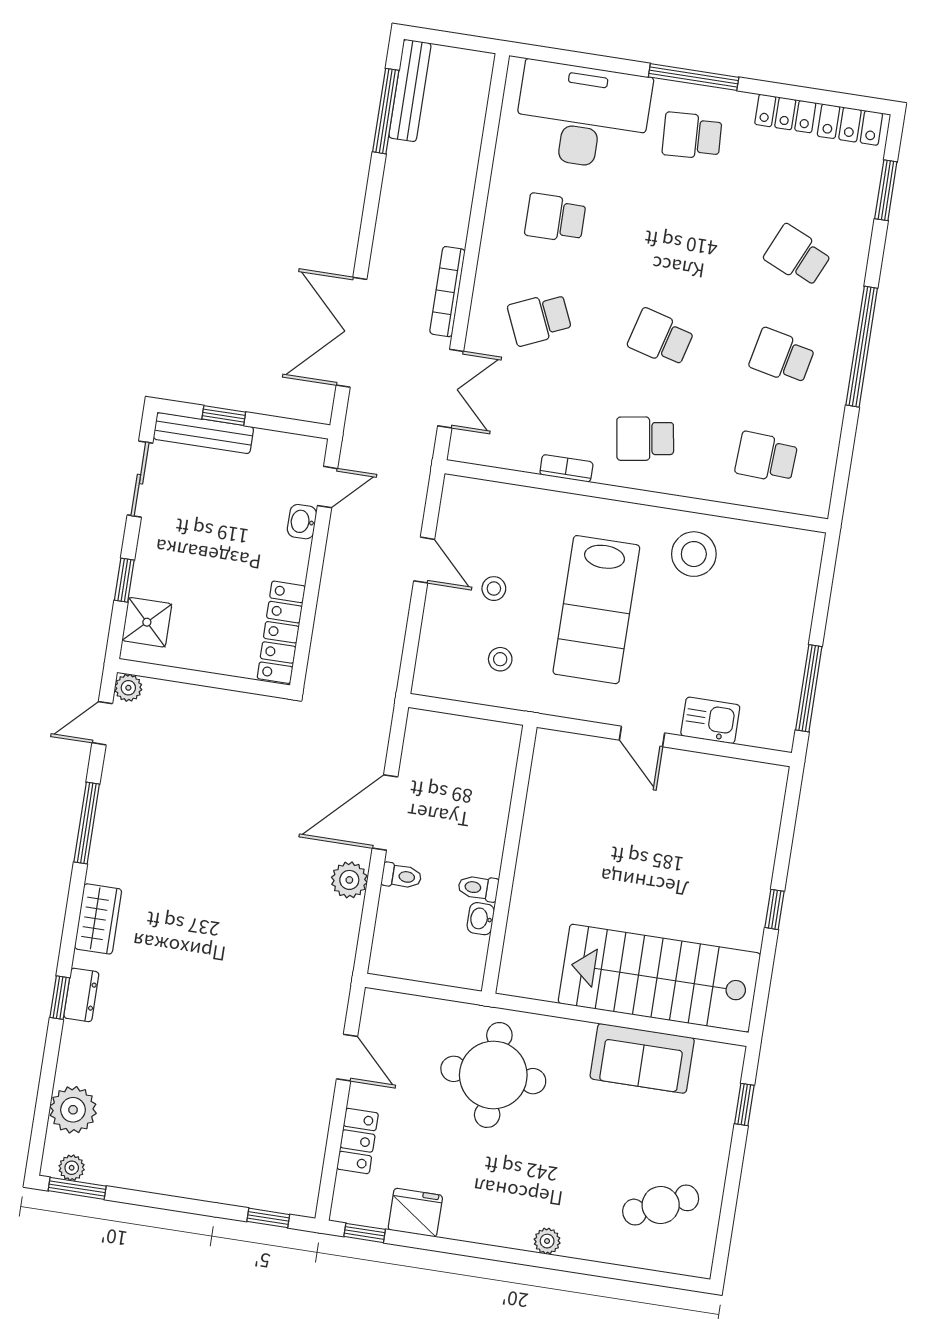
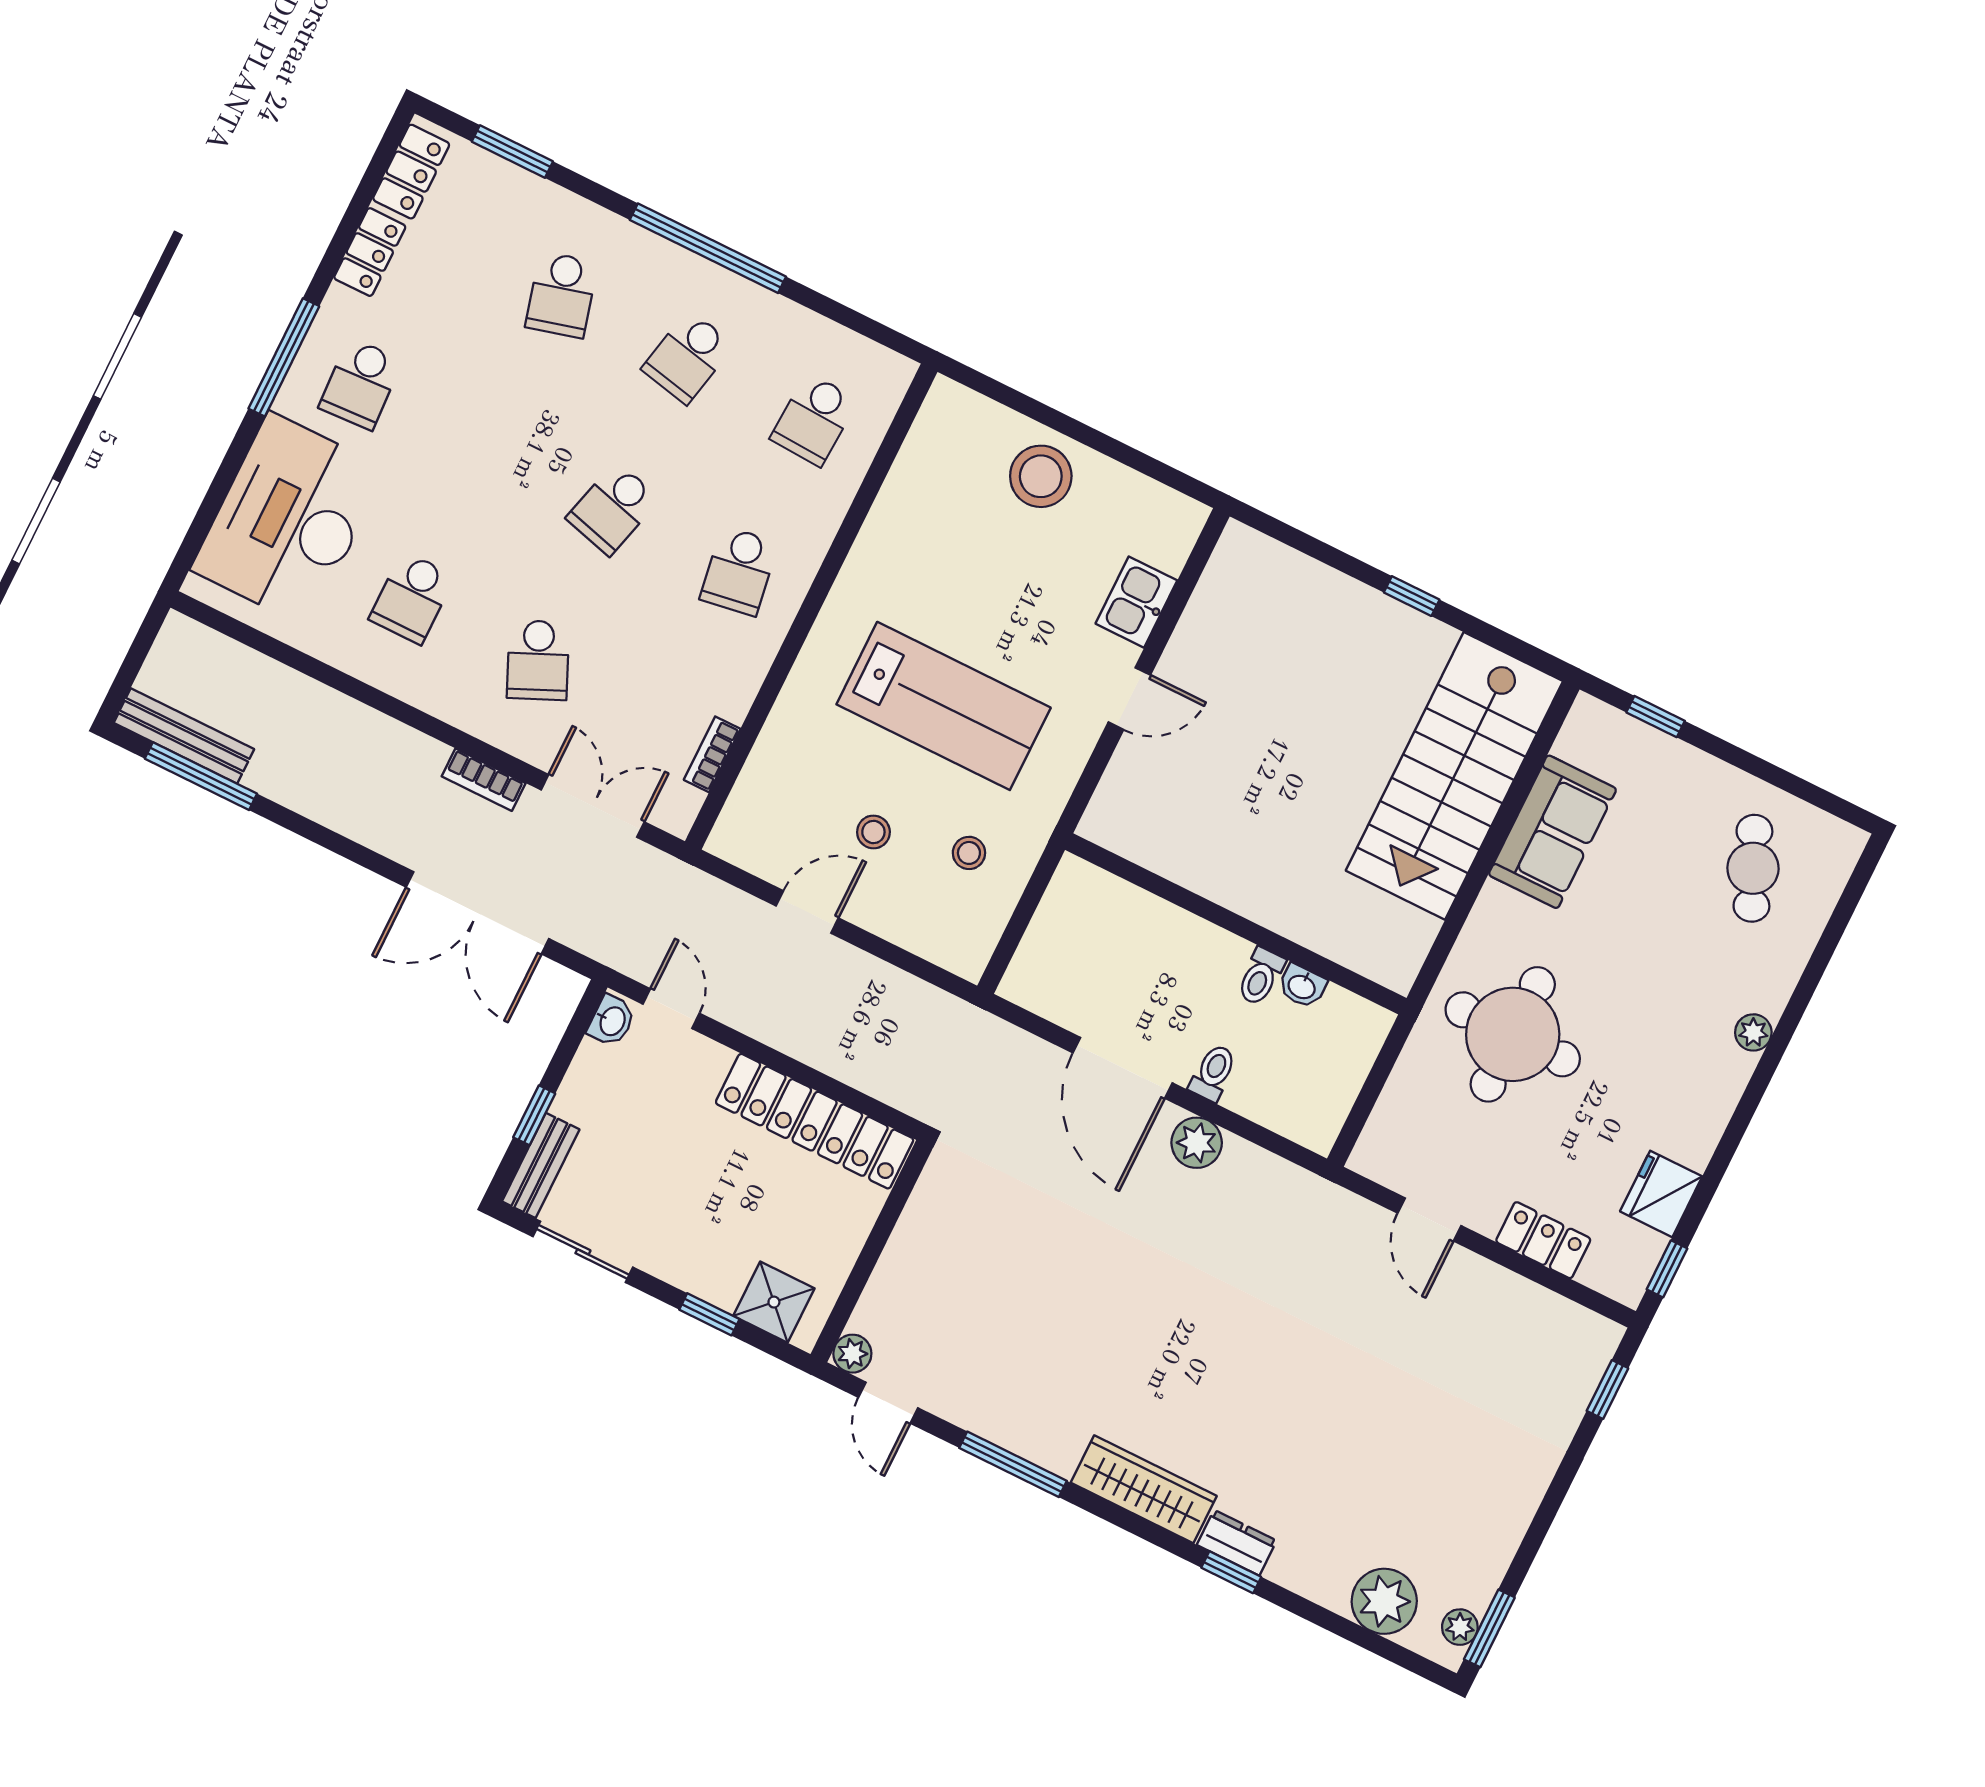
school desk: (798, 255) -> (562, 295), turned -39
bookcase: (447, 292) -> (484, 780), width x0.64
bench: (203, 433) -> (541, 1165), width x0.73
bookcase: (566, 468) -> (712, 754), moved
washbasin: (302, 522) -> (612, 1021), moved, turned -90
stool: (694, 554) -> (1041, 476), moved
locker: (281, 632) -> (815, 1121), width x1.41, depth x1.21
window: (809, 688) -> (1135, 459), removed
wardrobe: (98, 919) -> (1144, 1489), width x1.50
door: (347, 1058) -> (1429, 1219), swing flipped

